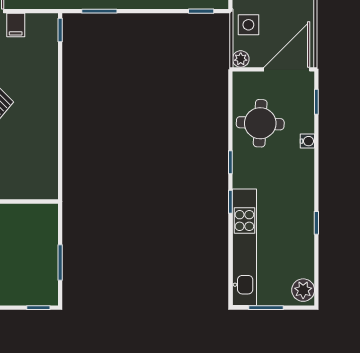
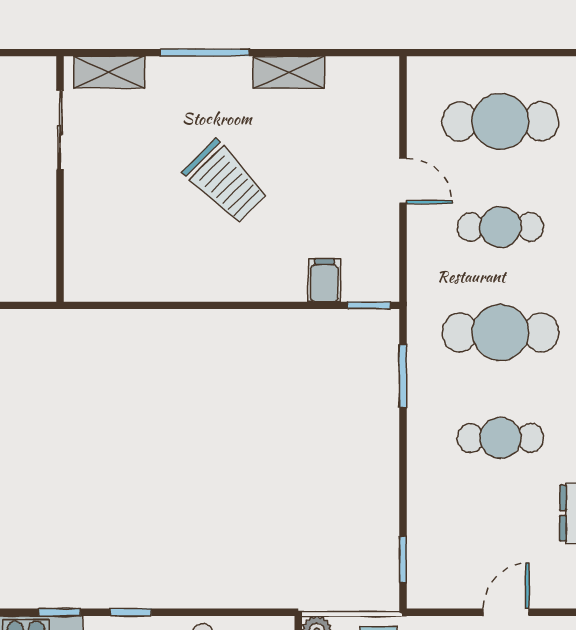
filing cabinet: (16, 25) -> (324, 280), moved, turned 90

